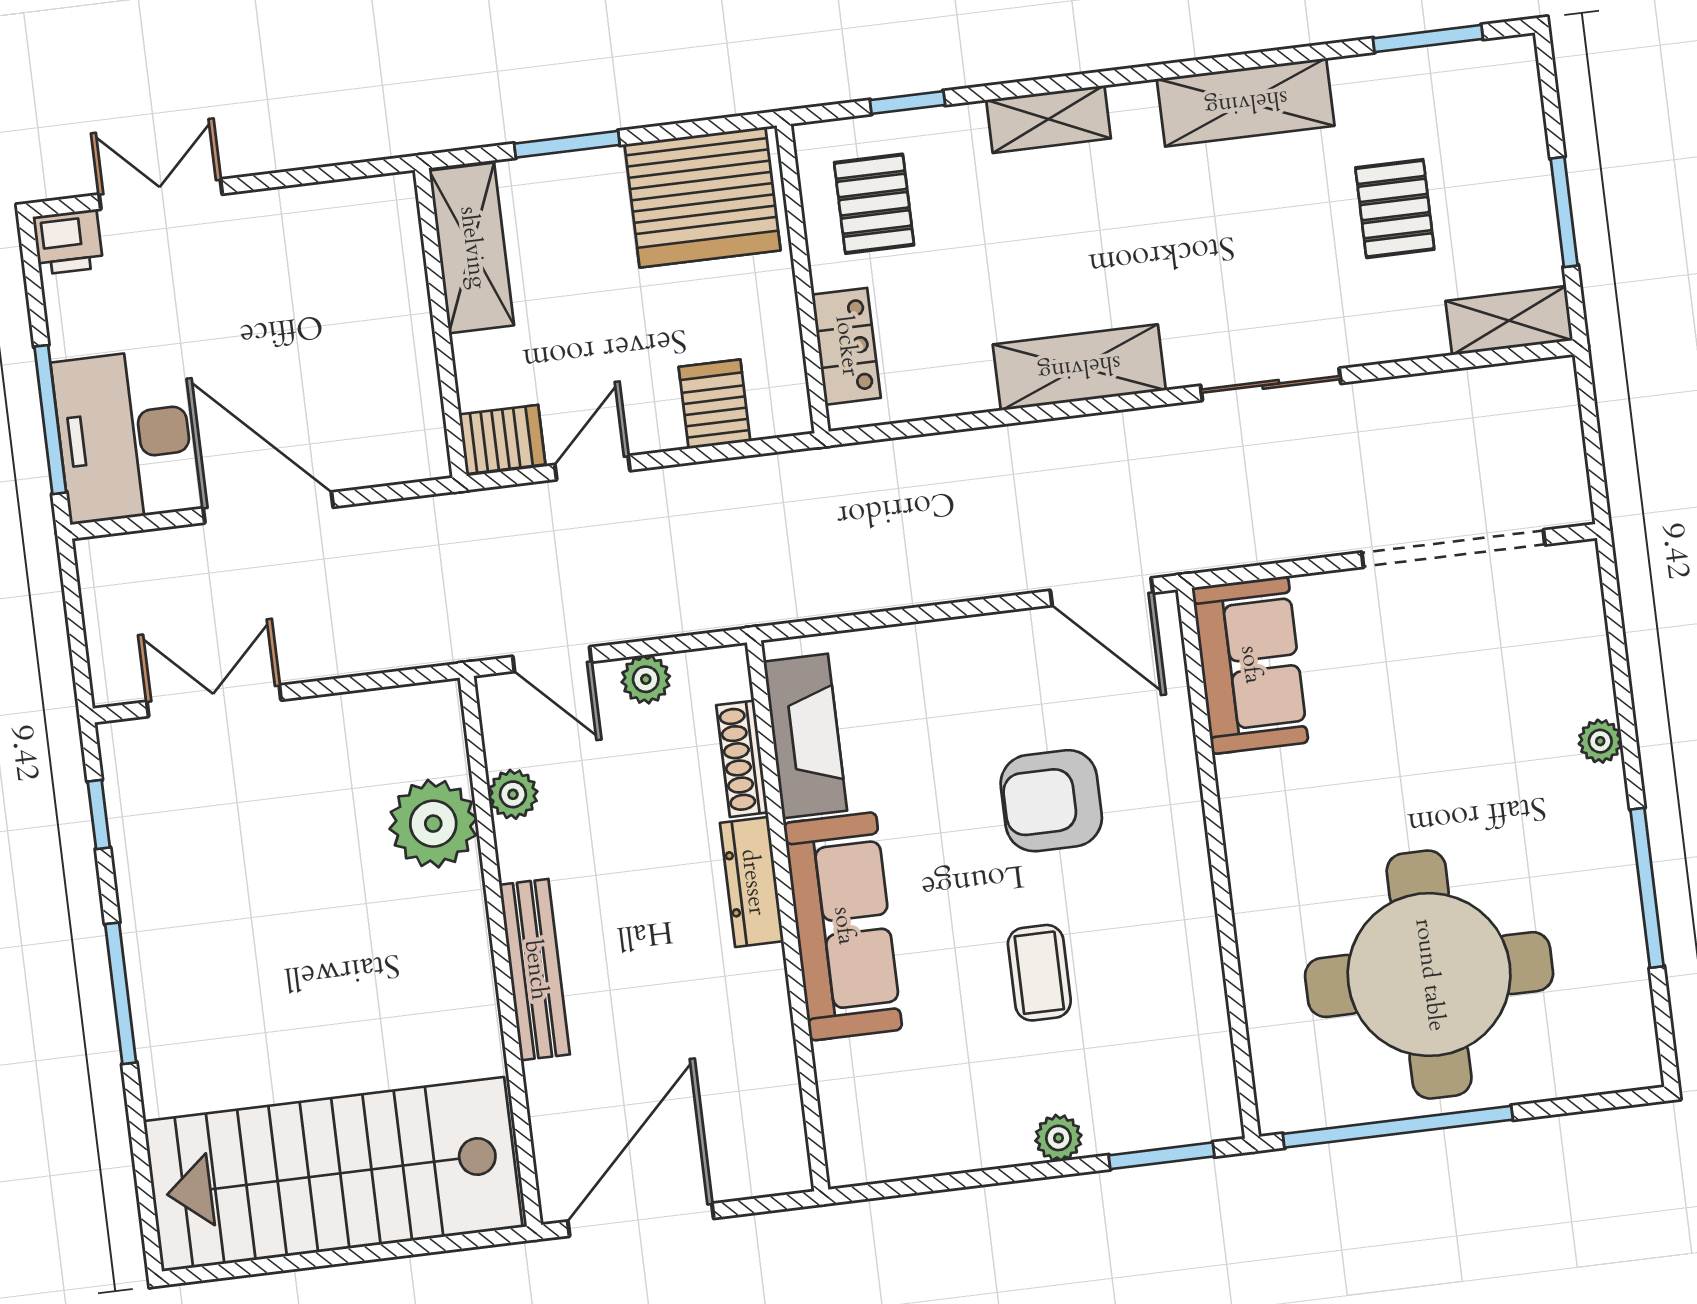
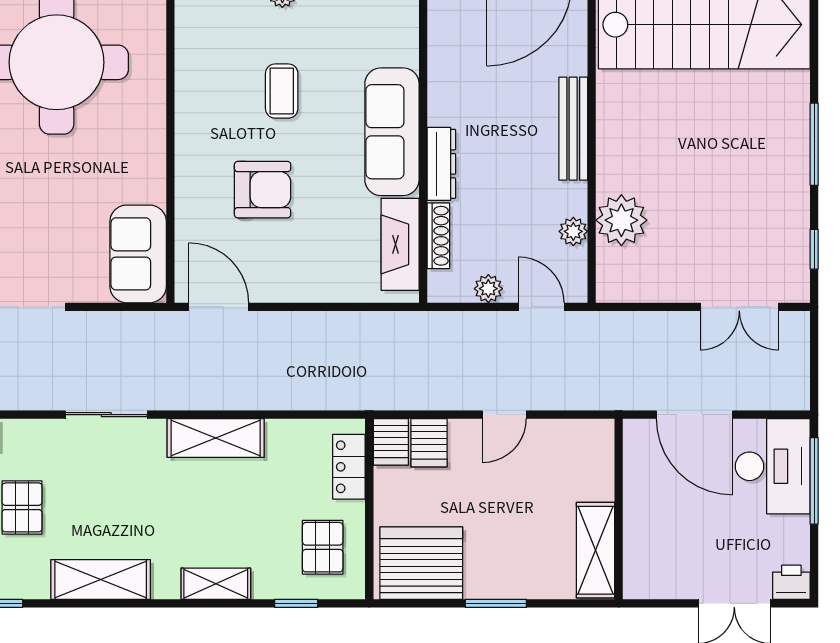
shelving: (472, 248) -> (595, 550), moved
wall: (441, 323) -> (619, 509), moved
server rack: (502, 439) -> (391, 442), moved, turned -90

